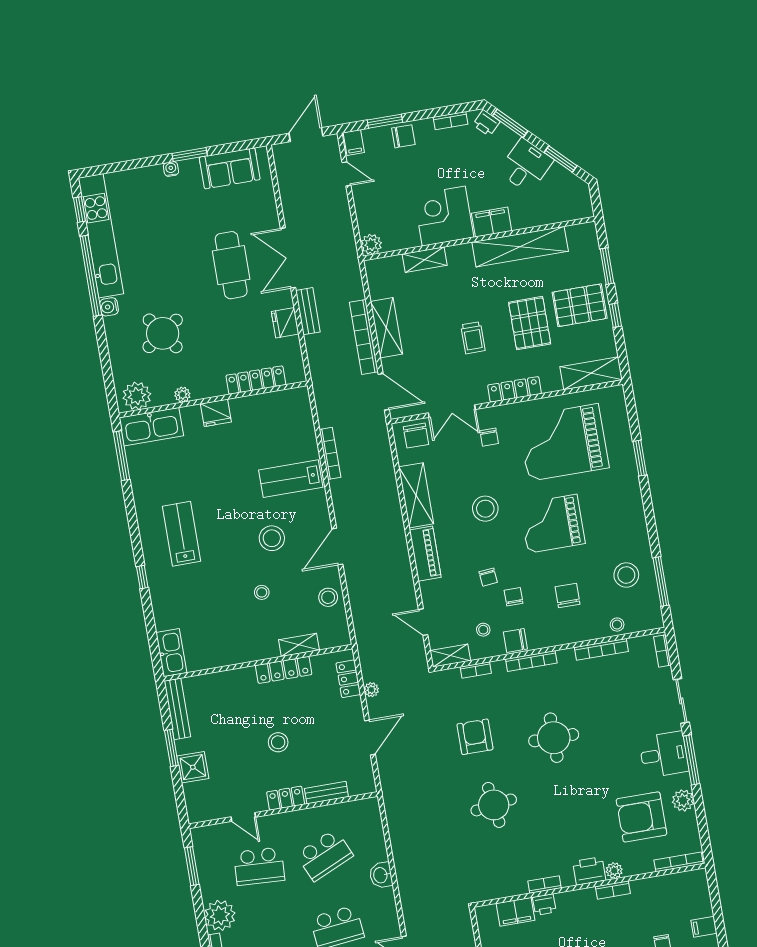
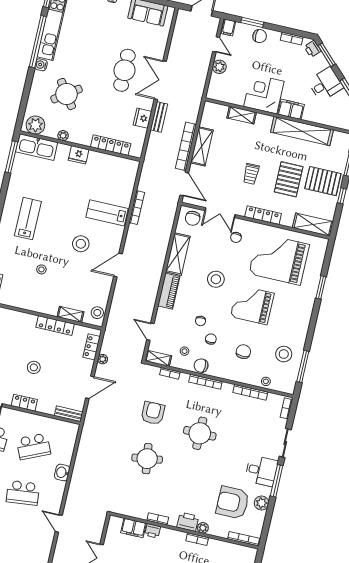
plant: (371, 244) -> (219, 67), moved
stool: (262, 592) -> (41, 269), moved
stool: (328, 597) -> (97, 313), moved
bench: (326, 793) -> (69, 414), moved

